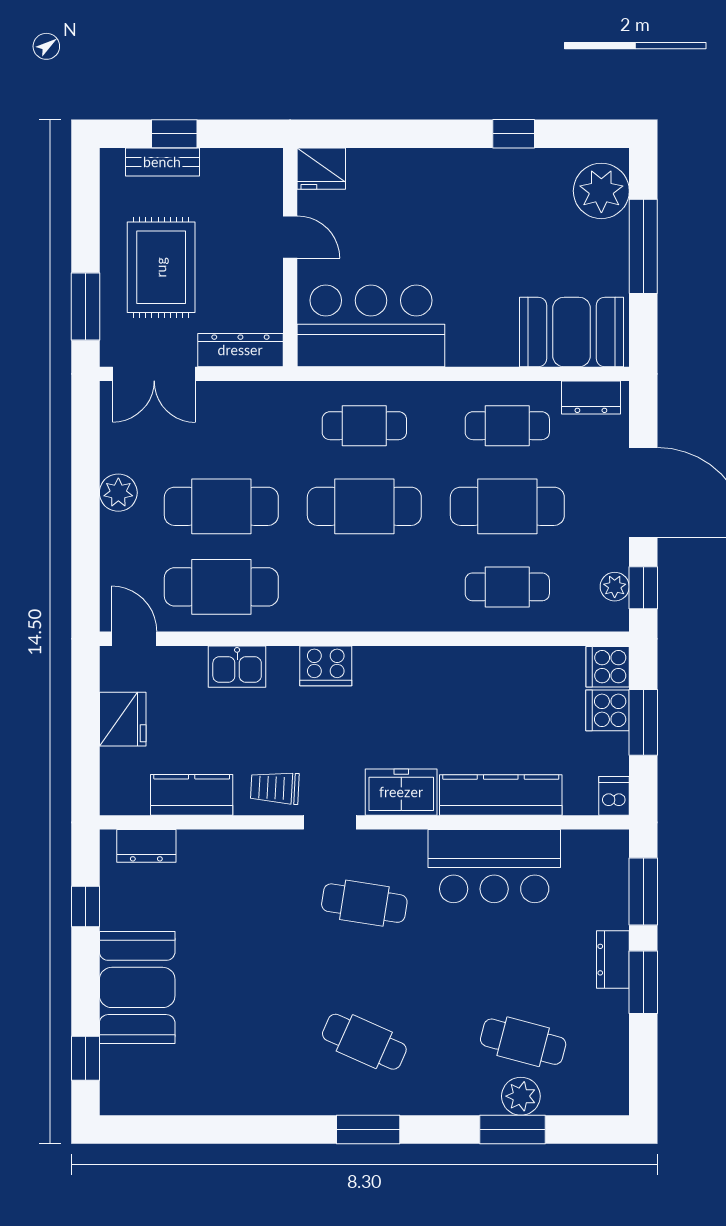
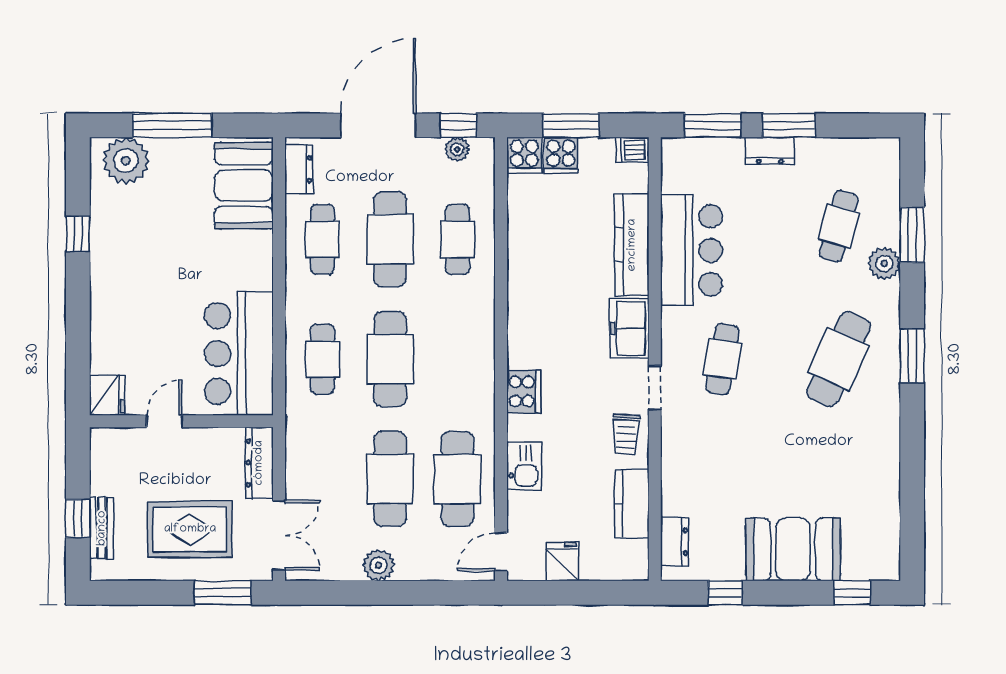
fridge: (123, 719) -> (562, 562), width x0.72
cafe table: (364, 1042) -> (839, 359), width x1.37, depth x1.35
plant: (521, 1096) -> (884, 263), moved

